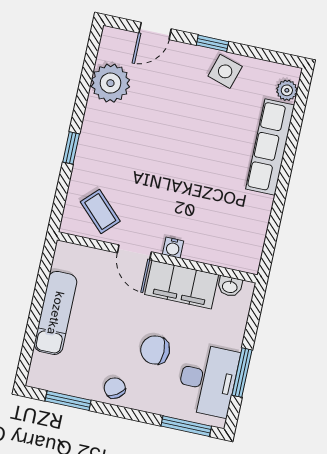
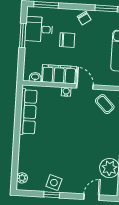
window: (212, 43) -> (52, 195), moved
row of seats: (270, 147) -> (28, 112), moved
desk: (208, 380) -> (39, 29), width x0.73

